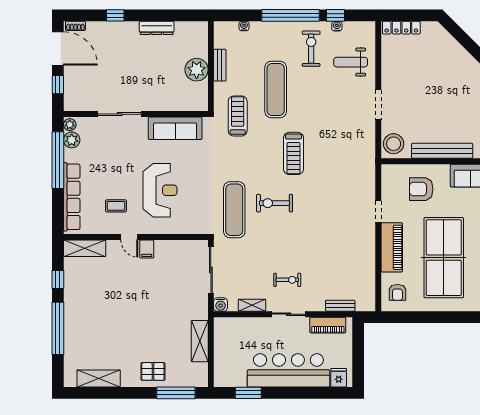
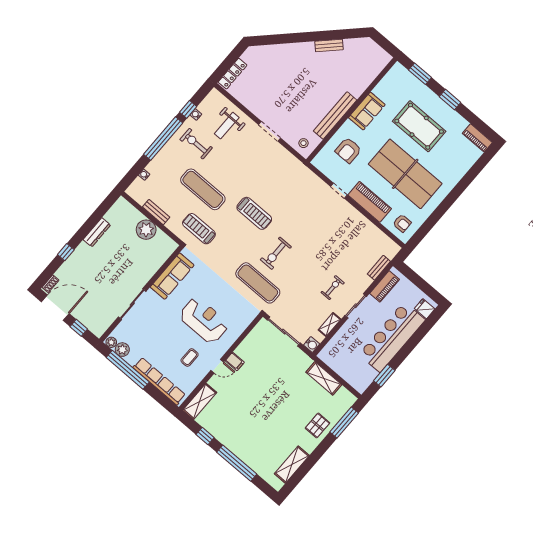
stool: (394, 144) -> (303, 143), width x0.53, depth x0.53

